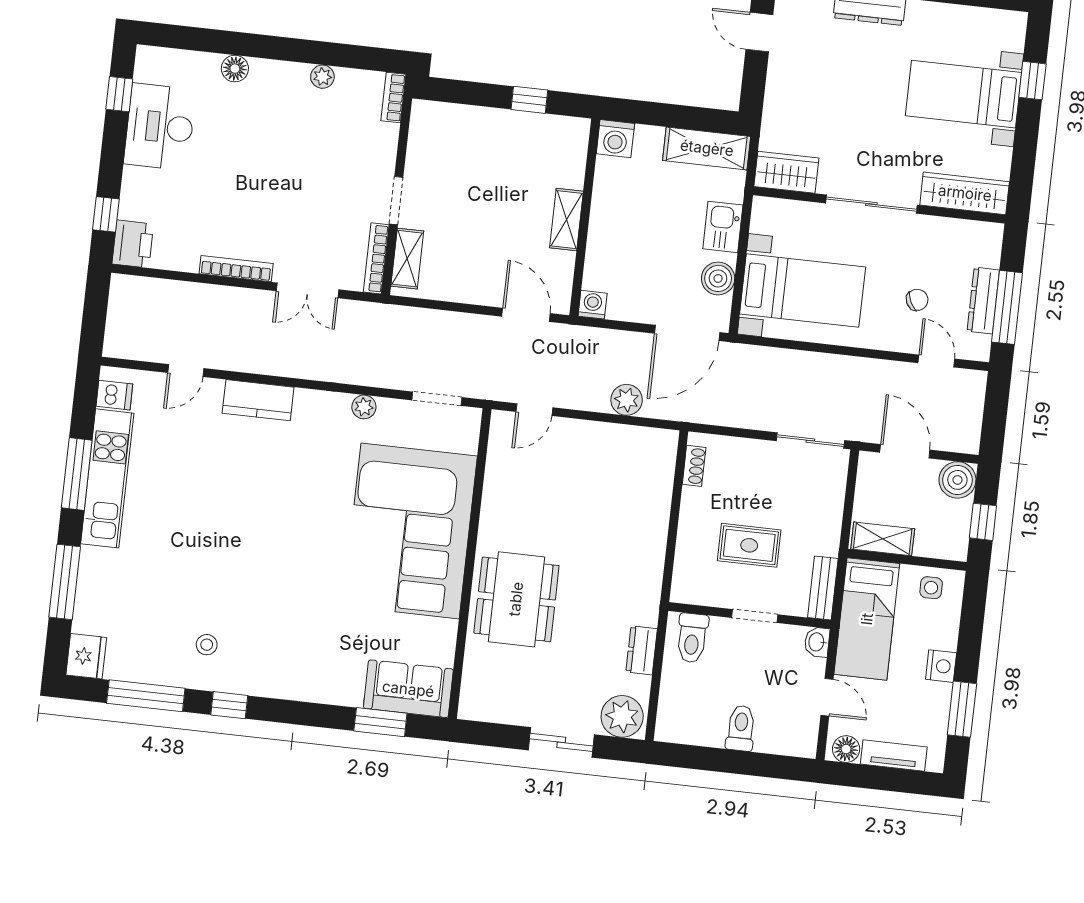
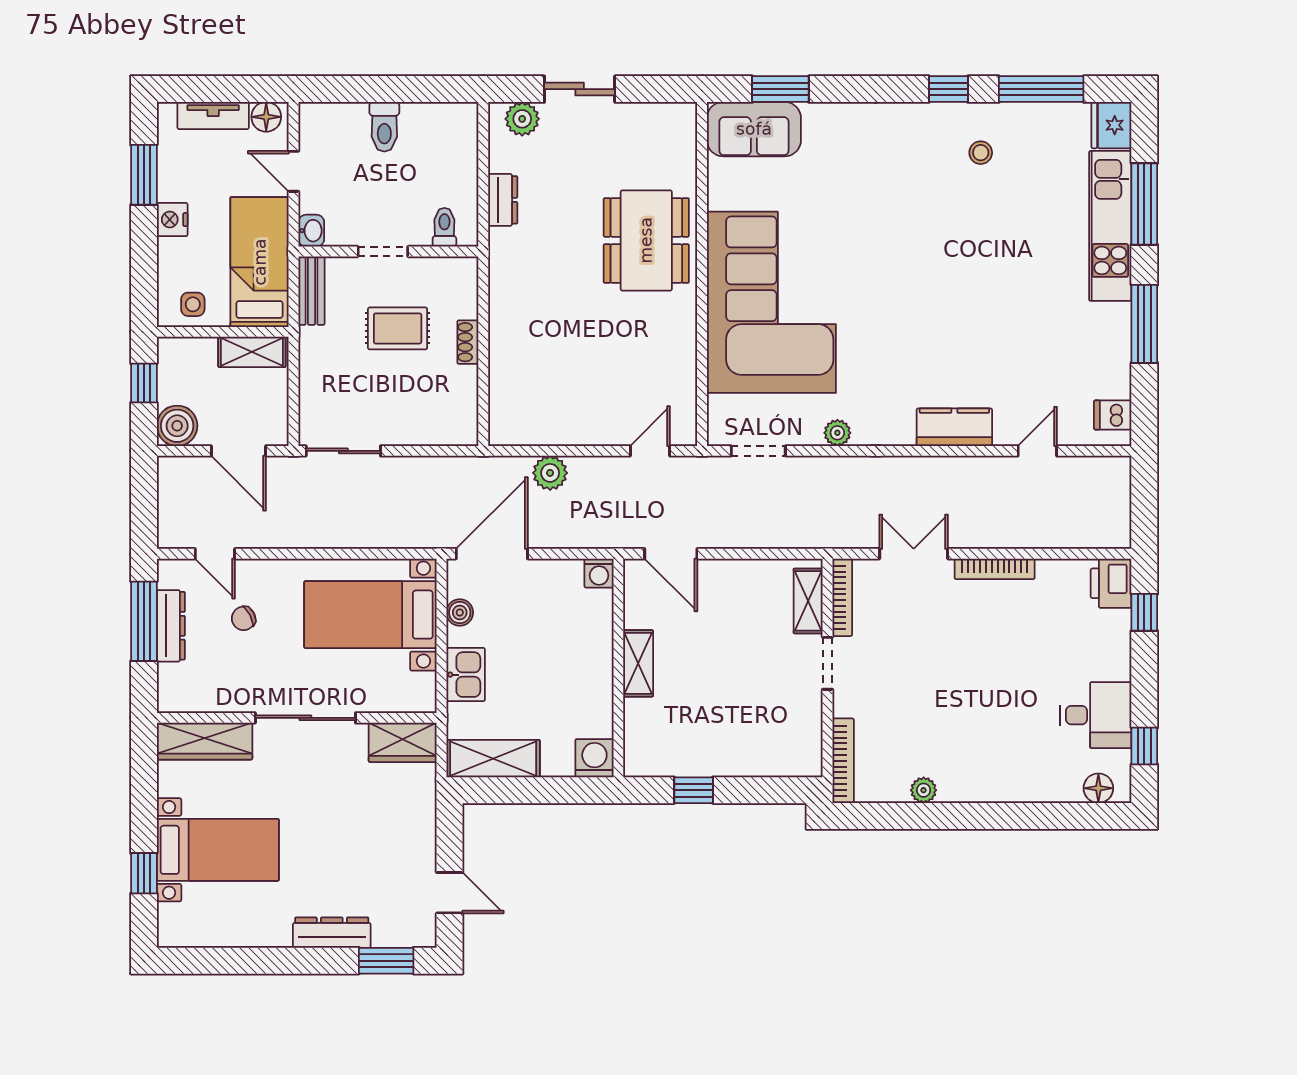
floor lamp: (235, 69) -> (1098, 788), moved
bookcase: (393, 97) -> (843, 761), width x1.56
desk: (160, 127) -> (1096, 715), width x0.73
boiler: (718, 278) -> (460, 613), width x0.73, depth x0.73
shoe rack: (694, 466) -> (468, 342), moved
kitchen unit: (107, 478) -> (1110, 226), moved
toilet: (692, 638) -> (444, 227), width x0.73, depth x0.72
plant: (622, 716) -> (522, 119), width x0.73, depth x0.73

